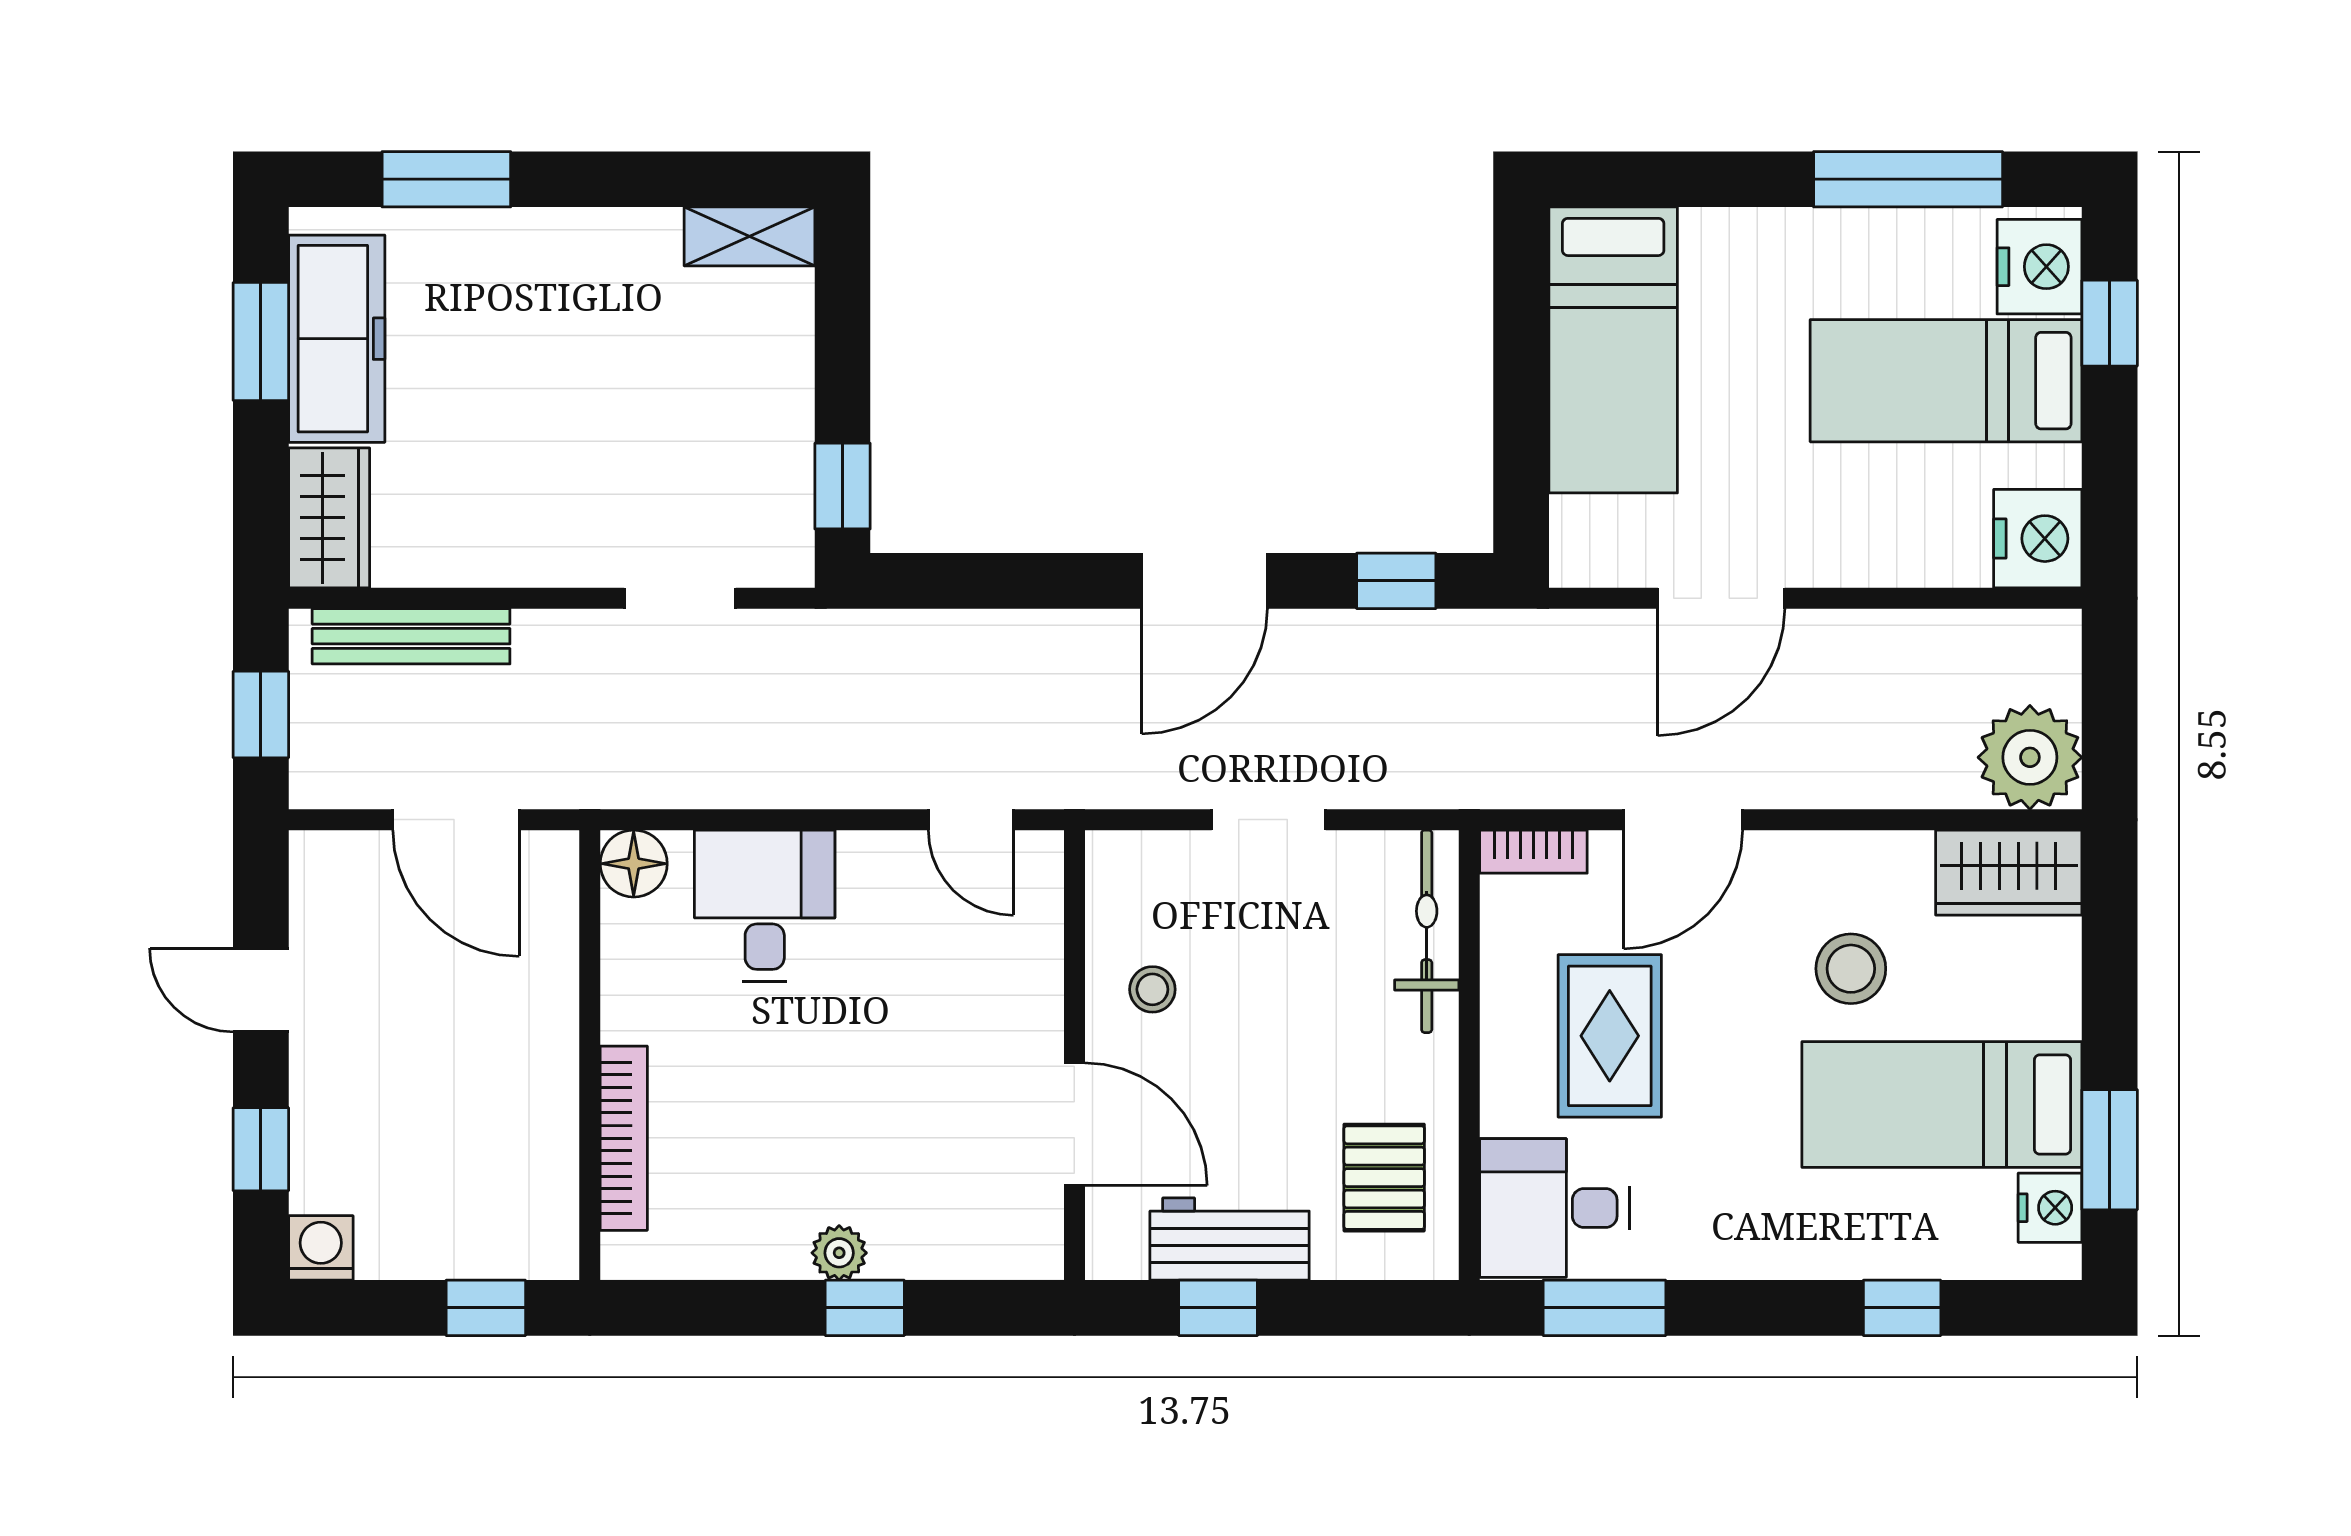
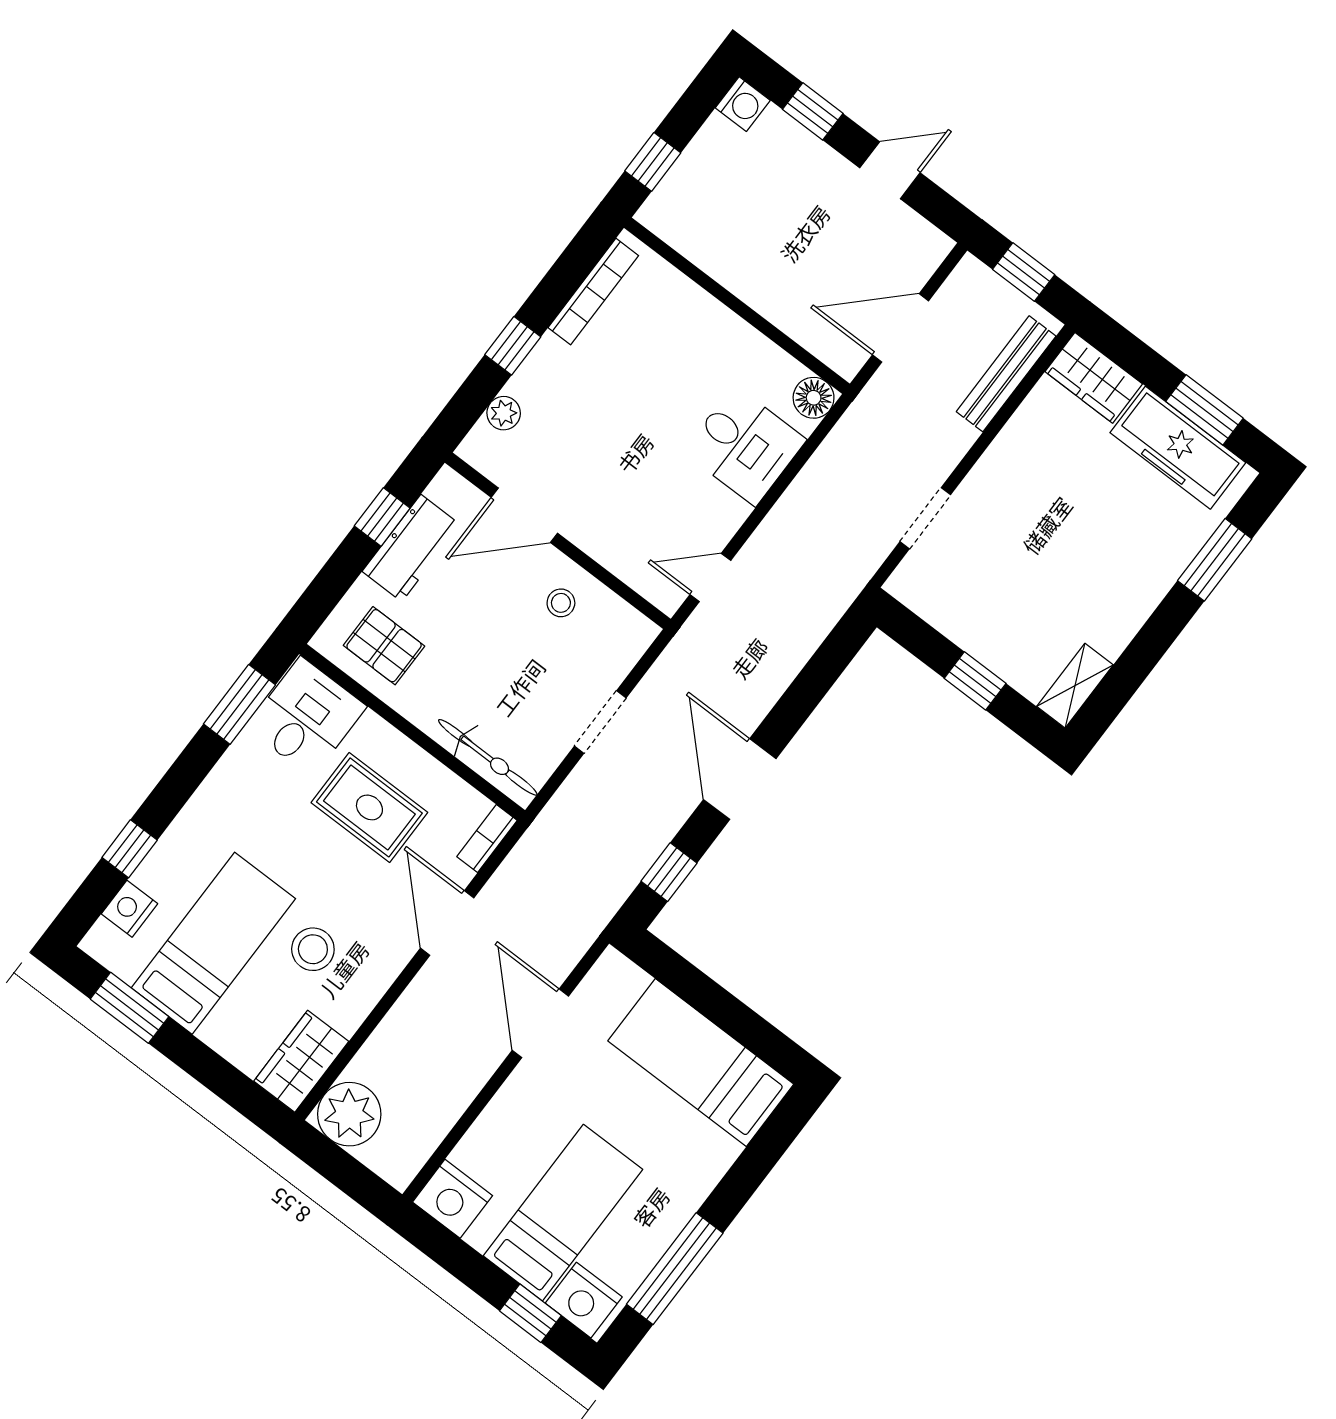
window: (843, 486) -> (975, 681), moved
bookcase: (624, 1138) -> (593, 292), moved, turned -90
nightstand: (2050, 1208) -> (129, 909), moved, turned 90
plant: (839, 1253) -> (504, 413), moved

